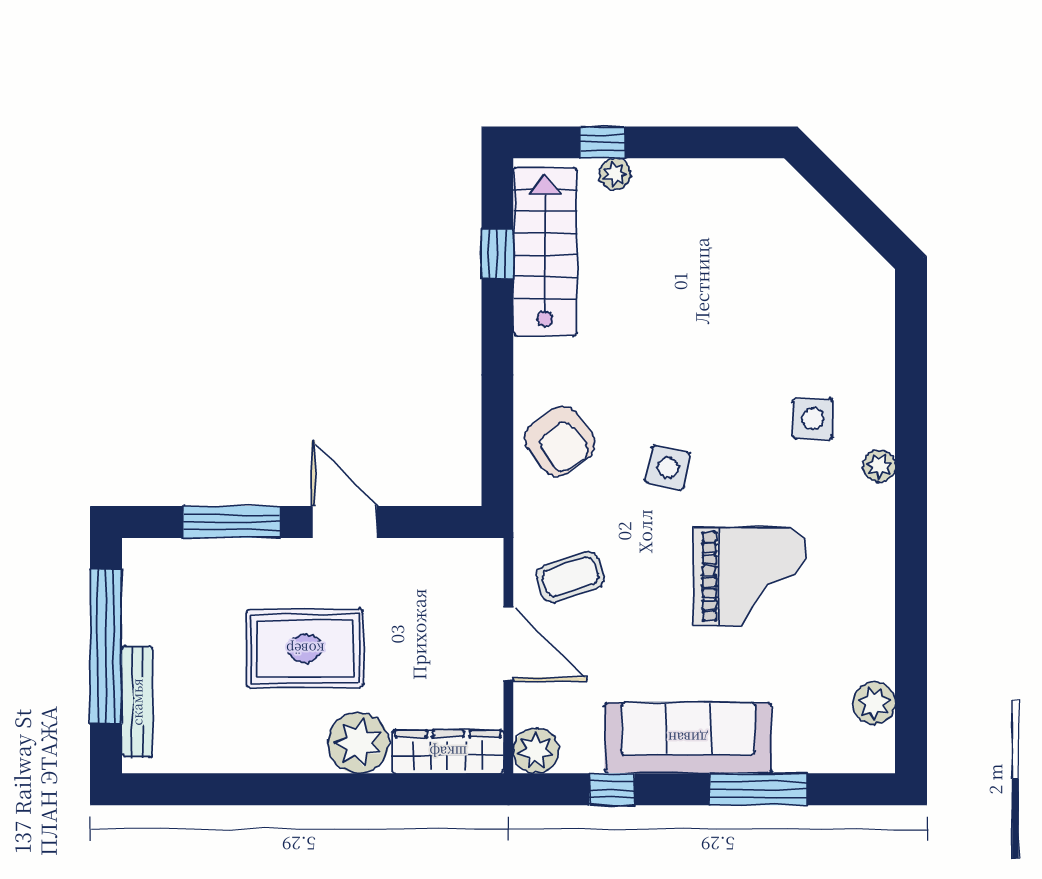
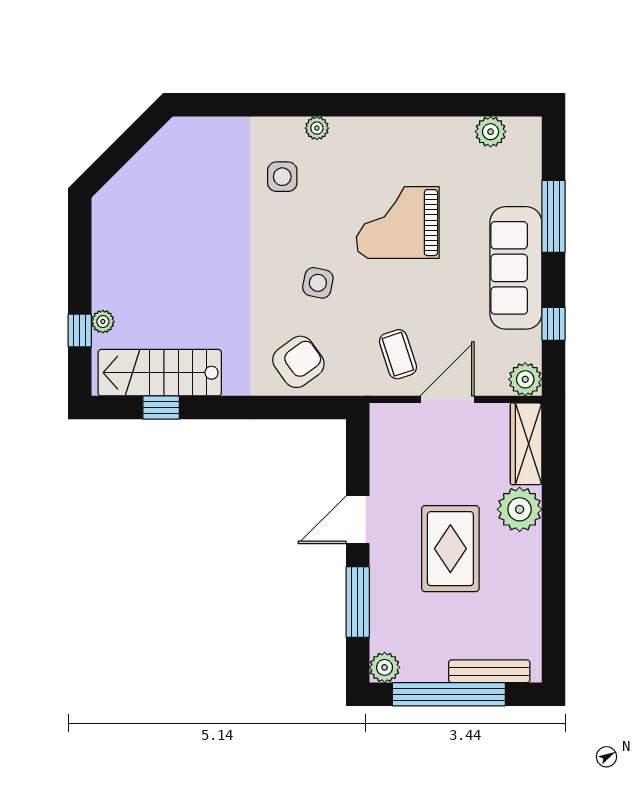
plant: (143, 559) -> (385, 667), added
grand piano: (750, 577) -> (398, 223), turned -90

